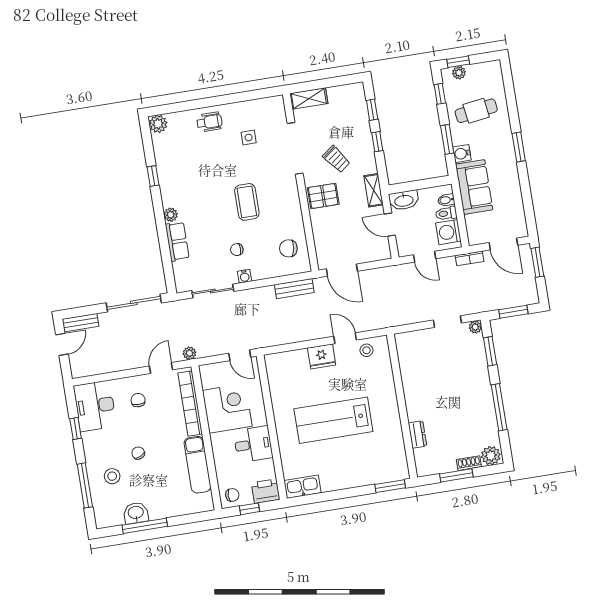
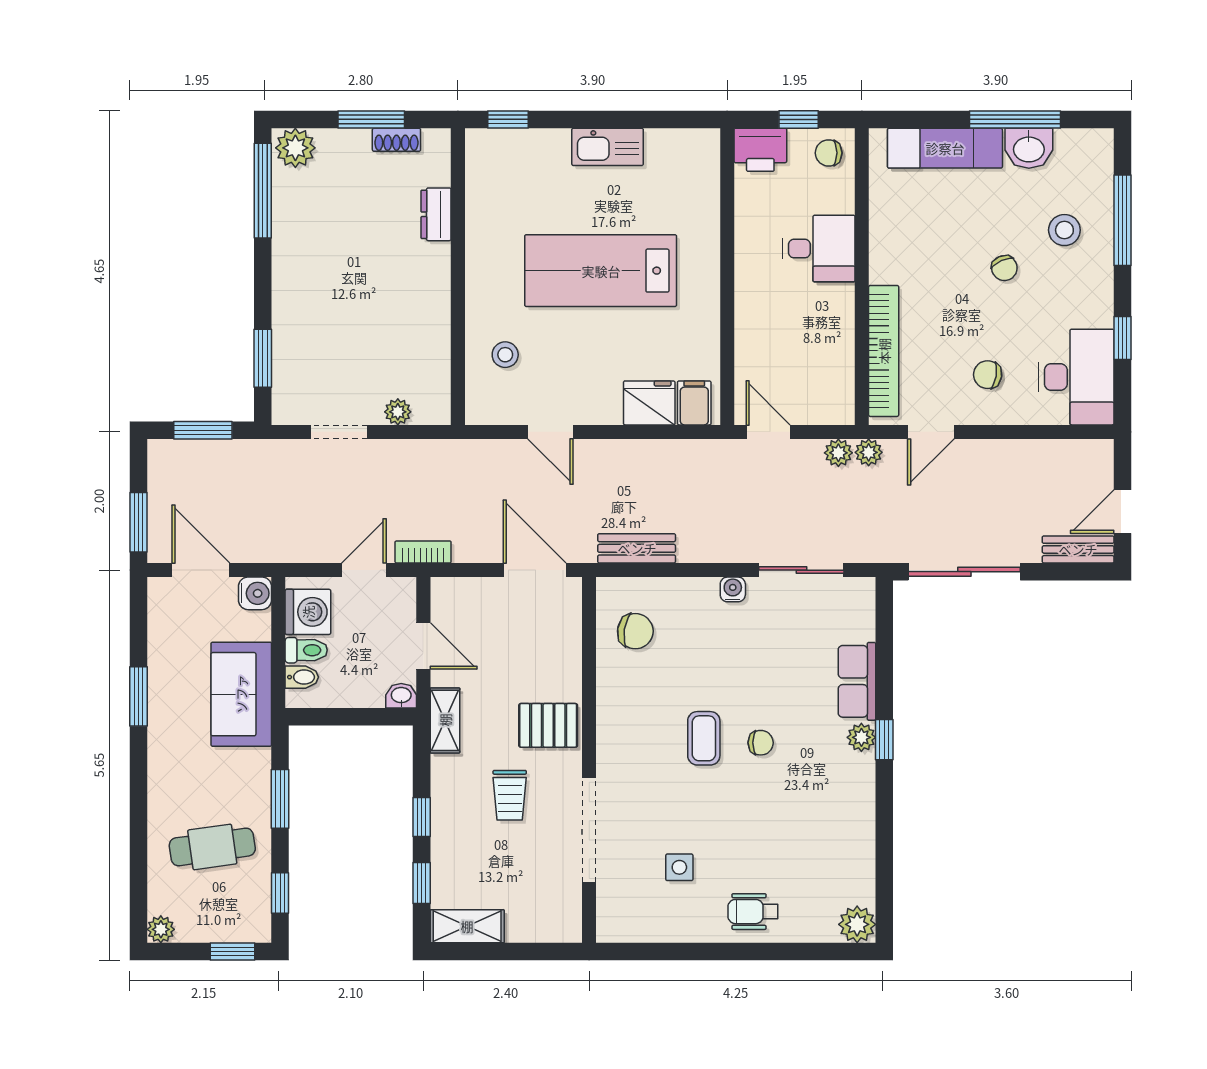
plant: (459, 73) -> (161, 929), moved
shelving: (309, 98) -> (467, 926), moved
window: (519, 147) -> (139, 696), moved
water cooler: (462, 154) -> (255, 593), moved
trolley: (336, 159) -> (510, 795), turned -143
window: (153, 176) -> (884, 740), moved
washbasin: (404, 200) -> (401, 696), width x0.52, depth x0.69
coffee table: (247, 202) -> (704, 738), width x0.73, depth x0.77
chair: (237, 250) -> (761, 743), moved
door: (425, 257) -> (364, 570), hinge flipped
bookcase: (469, 258) -> (423, 552), moved
plant: (475, 327) -> (398, 412), moved
stool: (366, 350) -> (505, 355), moved
plant: (204, 351) -> (838, 453), added
fridge: (322, 356) -> (649, 403), moved
filing cabinet: (278, 363) -> (694, 403), added
chair: (138, 400) -> (988, 375), turned 99
window: (499, 407) -> (263, 191), moved
corner desk: (227, 408) -> (811, 329), removed
lab bench: (333, 420) -> (601, 271), turned 180
desk: (253, 444) -> (819, 249), moved, turned 180
shoe rack: (469, 463) -> (396, 140), moved
exam couch: (198, 465) -> (945, 148), moved, turned 90
window: (390, 486) -> (508, 119), width x0.67
kitchen sink: (302, 487) -> (608, 147), moved

